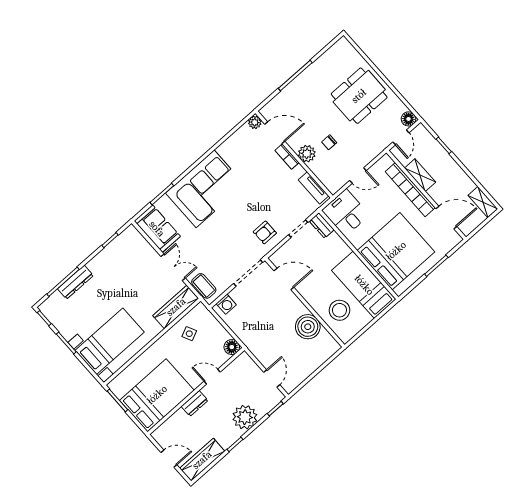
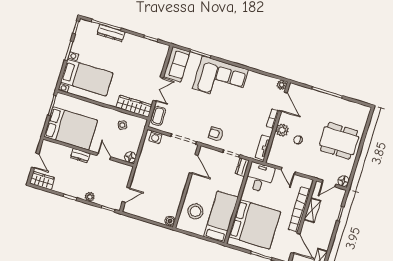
boiler: (308, 327) -> (170, 221), moved, width x0.54, depth x0.54
plant: (245, 417) -> (90, 197), width x0.53, depth x0.53
wardrobe: (202, 460) -> (42, 181), width x0.67

